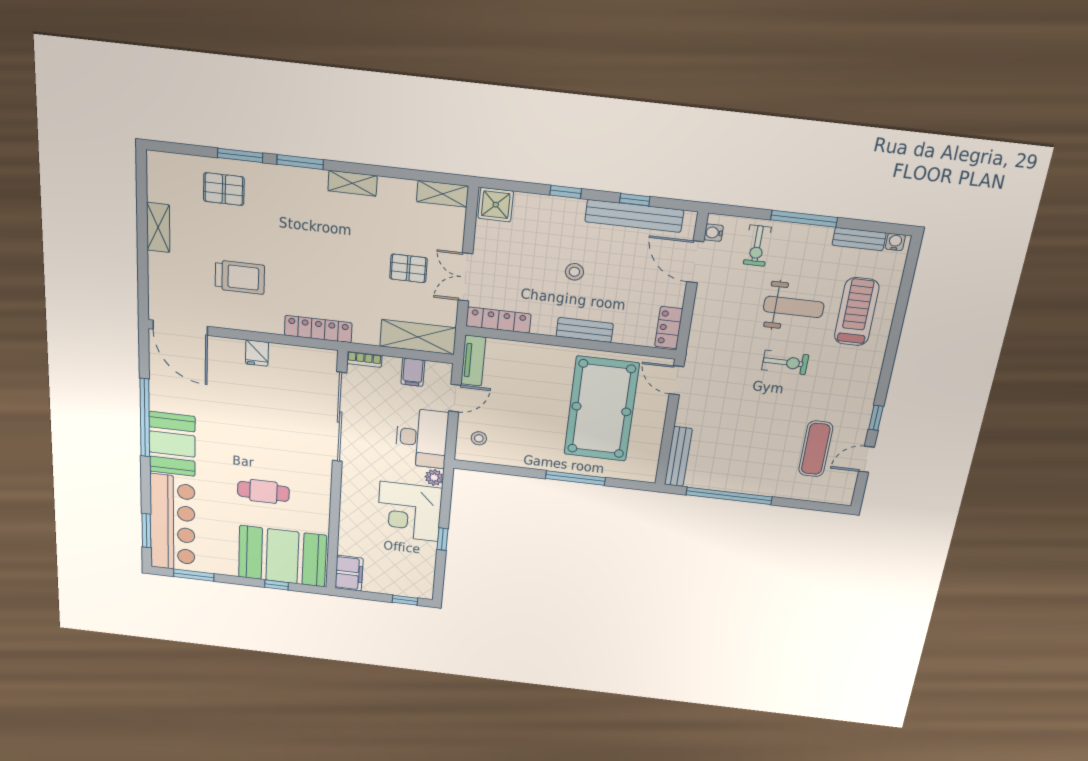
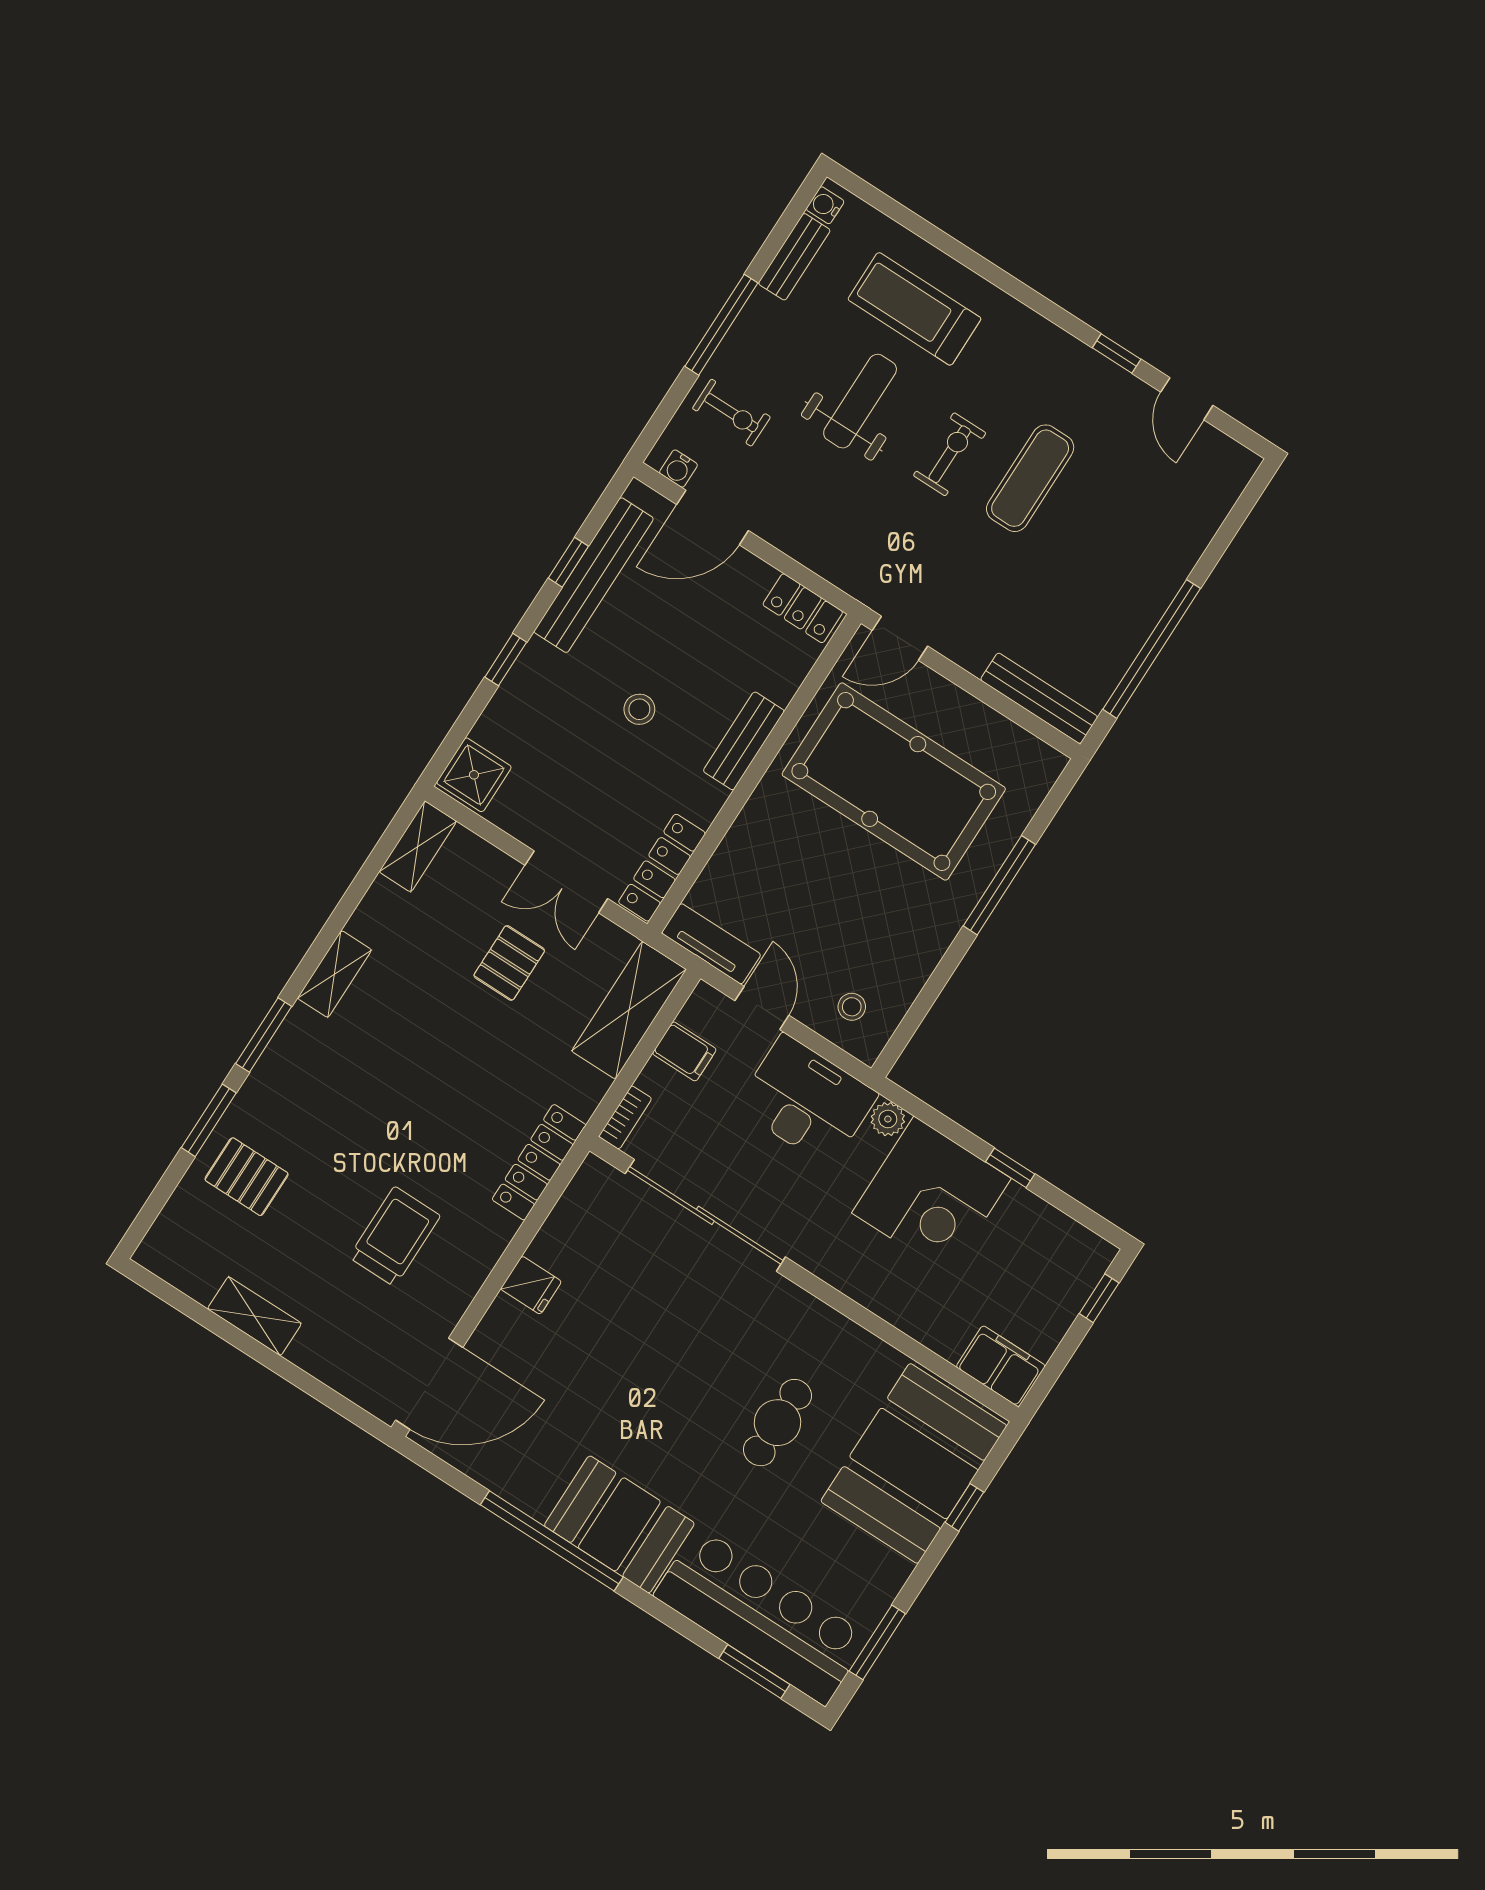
pallet: (224, 189) -> (247, 1177), turned 90
exercise mat: (816, 449) -> (1030, 478), moved, turned 90

